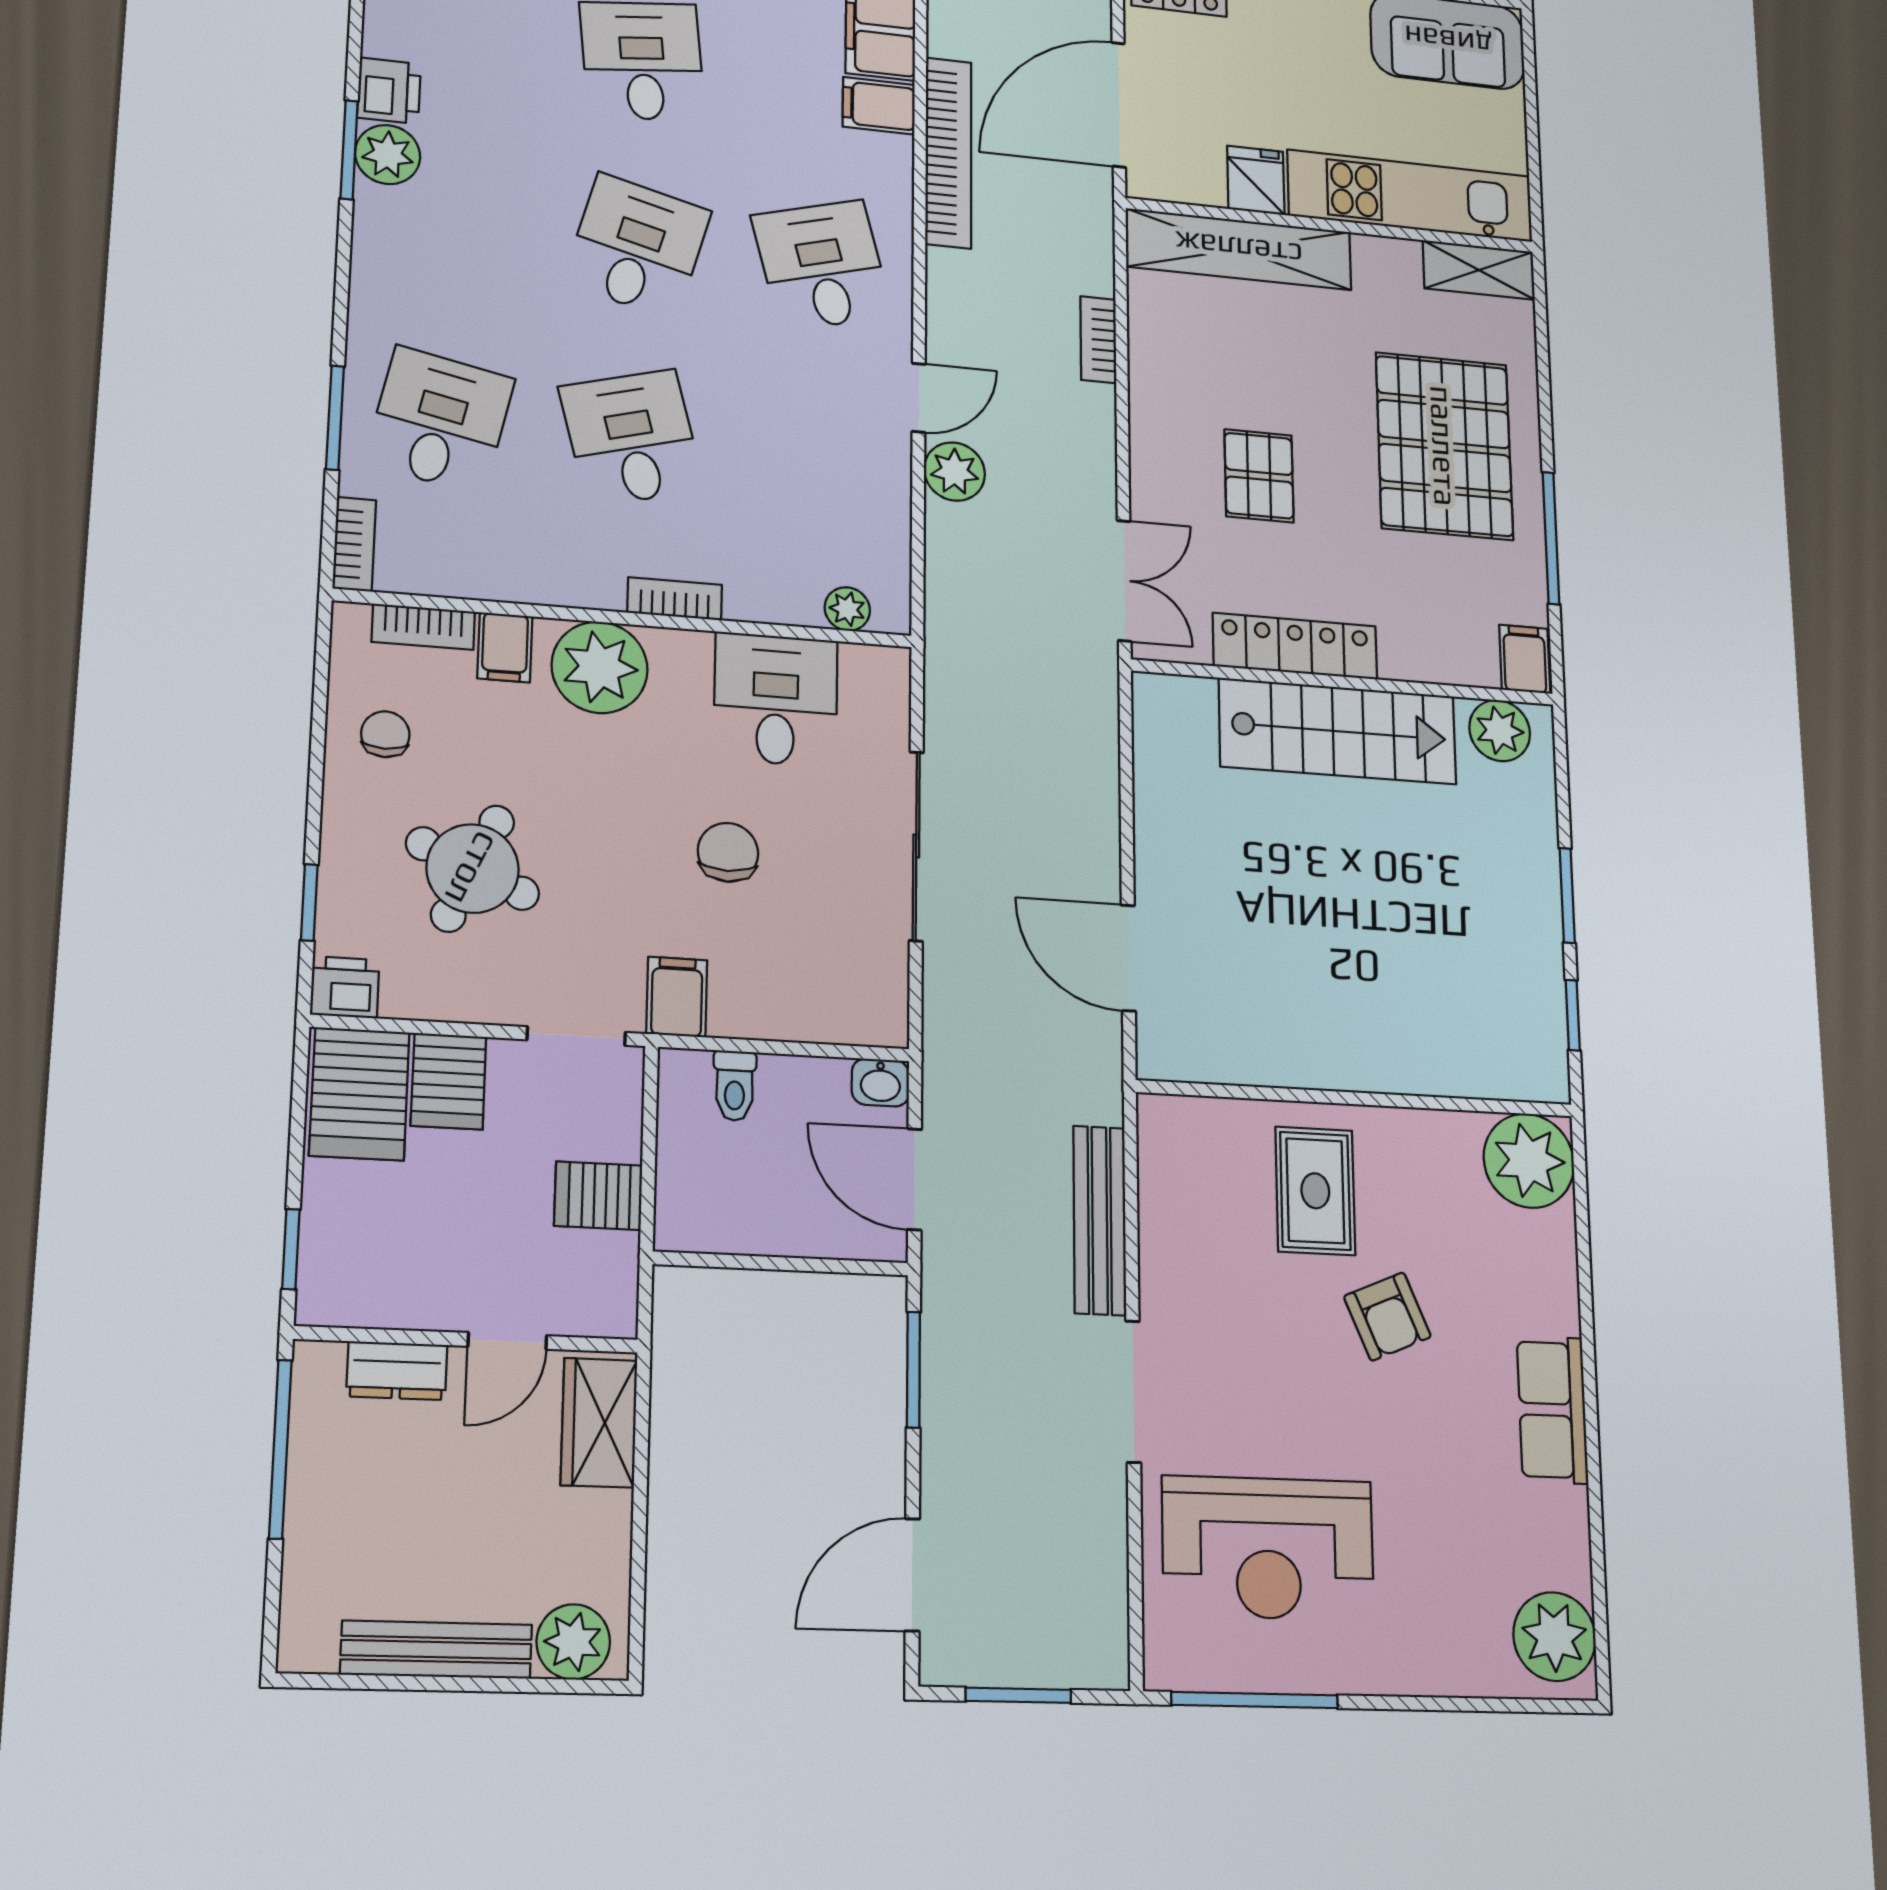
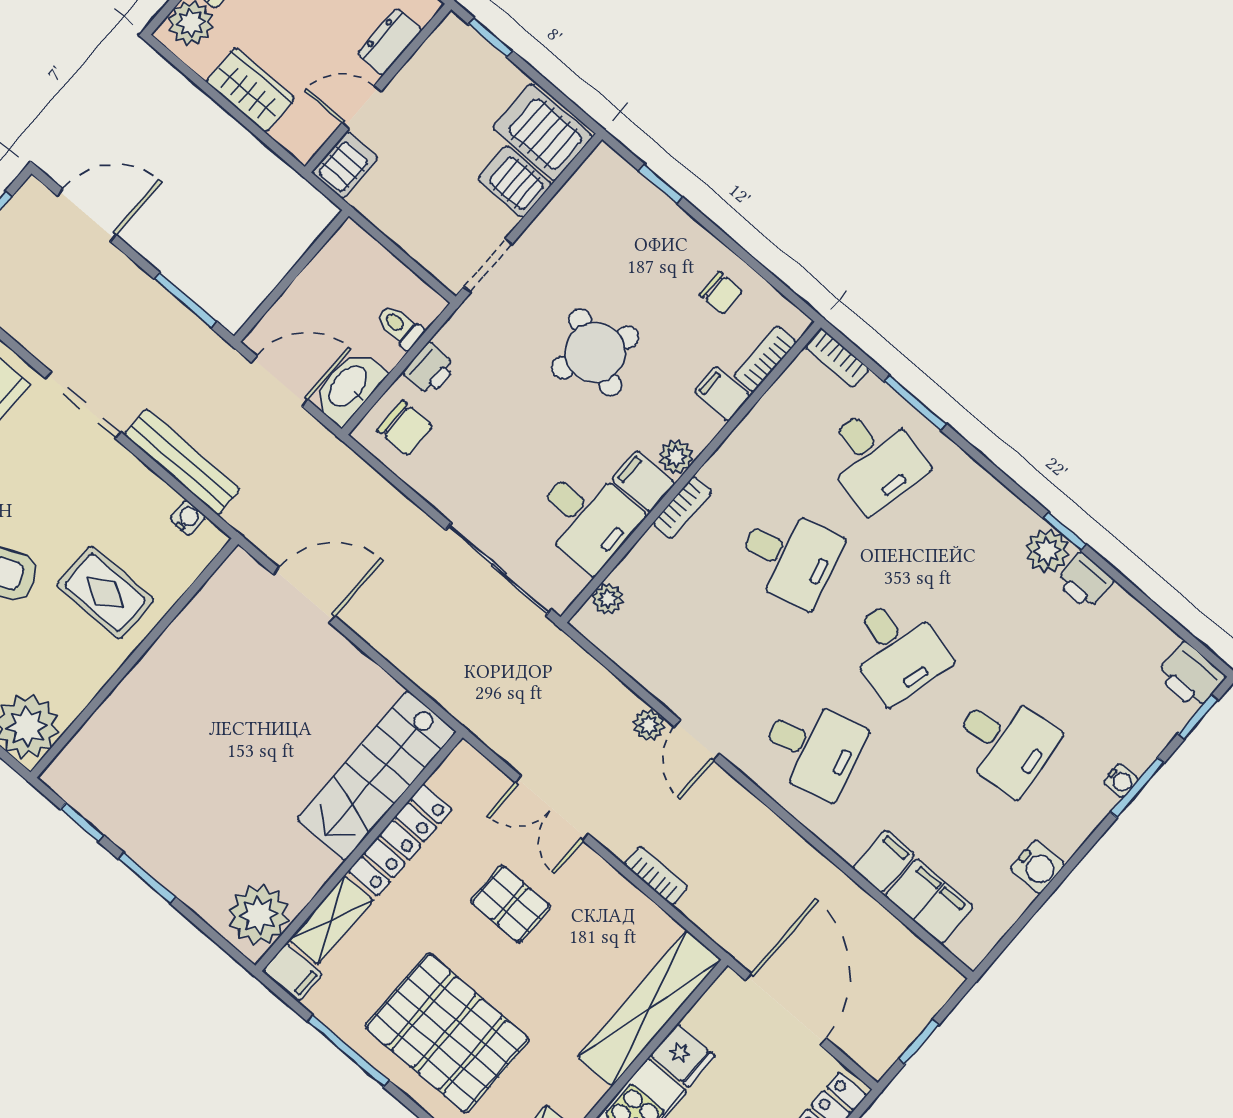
window: (349, 150) -> (1065, 531), width x0.67
bookcase: (948, 153) -> (828, 880), removed
plant: (954, 472) -> (649, 725), width x0.73, depth x0.73
double door: (1124, 581) -> (552, 808), moved
shelving: (1439, 659) -> (331, 920), added
plant: (600, 667) -> (676, 457), width x0.53, depth x0.53
stairs: (1338, 731) -> (376, 776), moved
plant: (1500, 731) -> (259, 915), width x1.36, depth x1.36
sliding door: (916, 846) -> (499, 570), moved
chair: (728, 852) -> (405, 428), moved
round table: (473, 869) -> (595, 352), moved
printer: (345, 987) -> (430, 369), moved
filing cabinet: (677, 997) -> (643, 481), moved, turned 180
washbasin: (880, 1083) -> (349, 387), width x1.91, depth x1.45
water cooler: (1156, 1162) -> (188, 518), added
server rack: (598, 1196) -> (345, 165), moved
door: (507, 1341) -> (362, 107), hinge flipped
wardrobe: (599, 1423) -> (250, 90), moved
door: (912, 1575) -> (87, 215), hinge flipped

